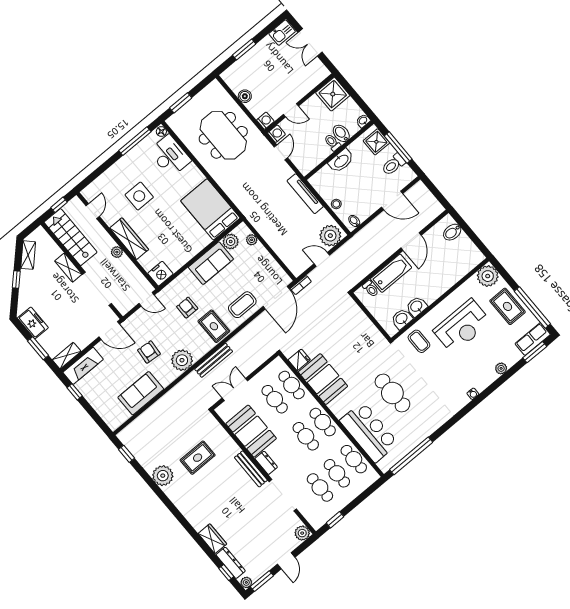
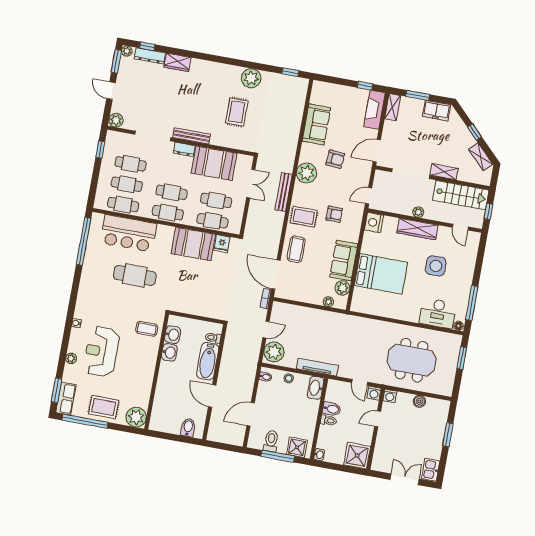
bidet: (341, 133) -> (332, 409), moved
washbasin: (341, 161) -> (316, 388), moved
bed: (210, 209) -> (381, 274), moved
reception desk: (462, 326) -> (101, 351), moved

